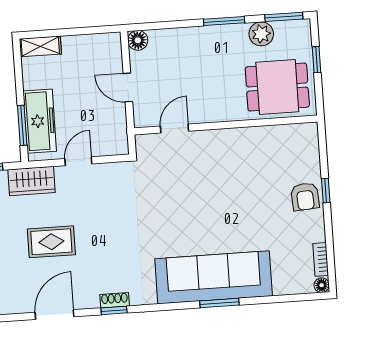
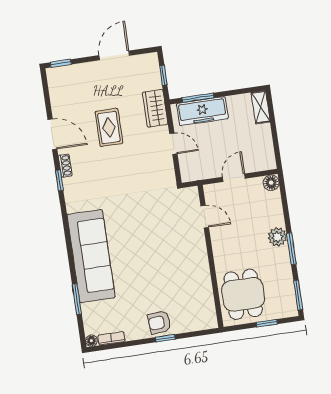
plant: (261, 34) -> (277, 237), moved
shoe rack: (115, 300) -> (65, 166), moved
window: (219, 303) -> (77, 299), moved

